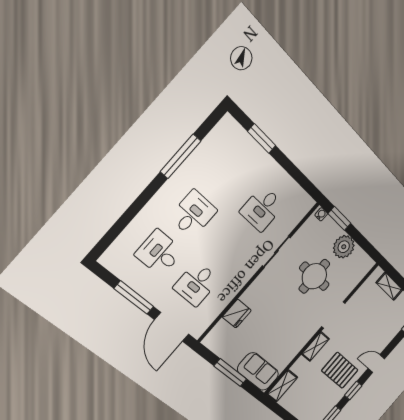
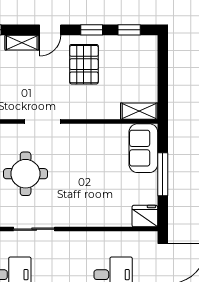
fridge: (237, 314) -> (145, 216), moved
shelving: (315, 346) -> (22, 43), moved
door: (376, 364) -> (50, 30), hinge flipped

